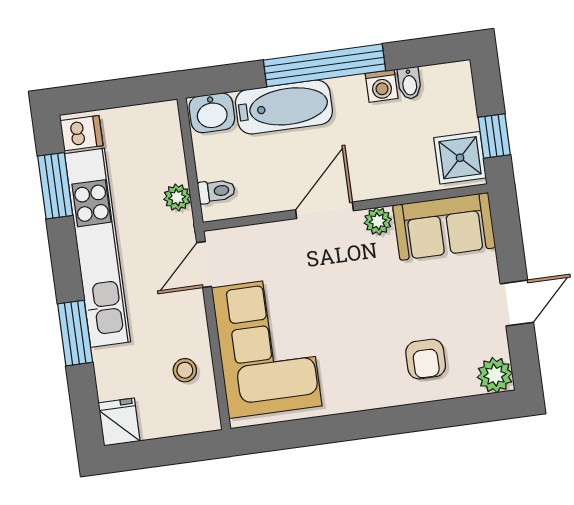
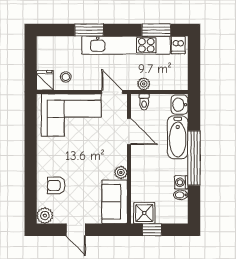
door: (325, 210) -> (129, 132), moved
fridge: (119, 422) -> (45, 80), moved, turned -90

